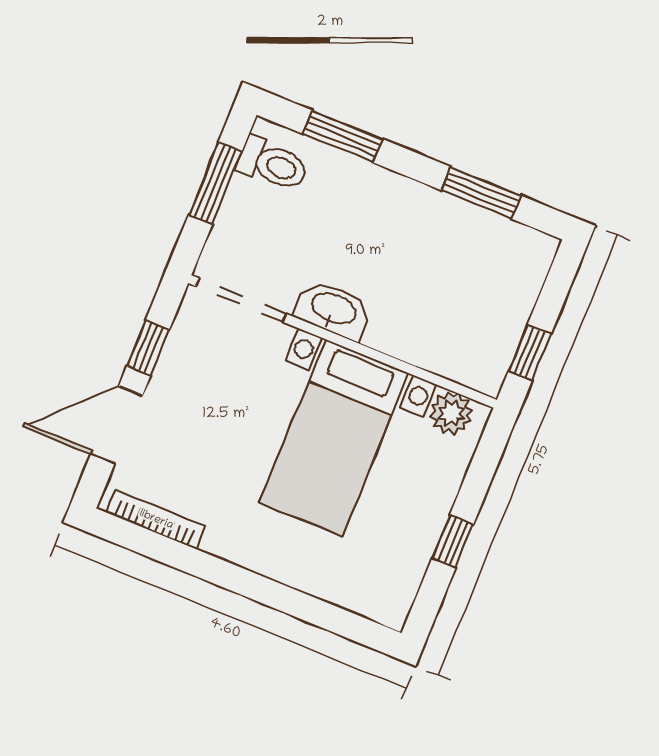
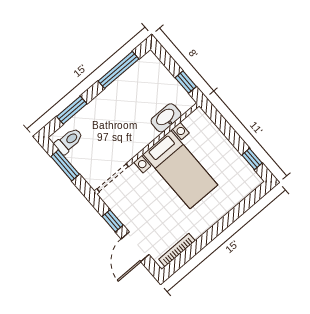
window: (481, 193) -> (118, 70), width x1.44
washbasin: (333, 310) -> (166, 118), moved
plant: (451, 413) -> (193, 122), removed
window: (453, 541) -> (252, 159), moved

